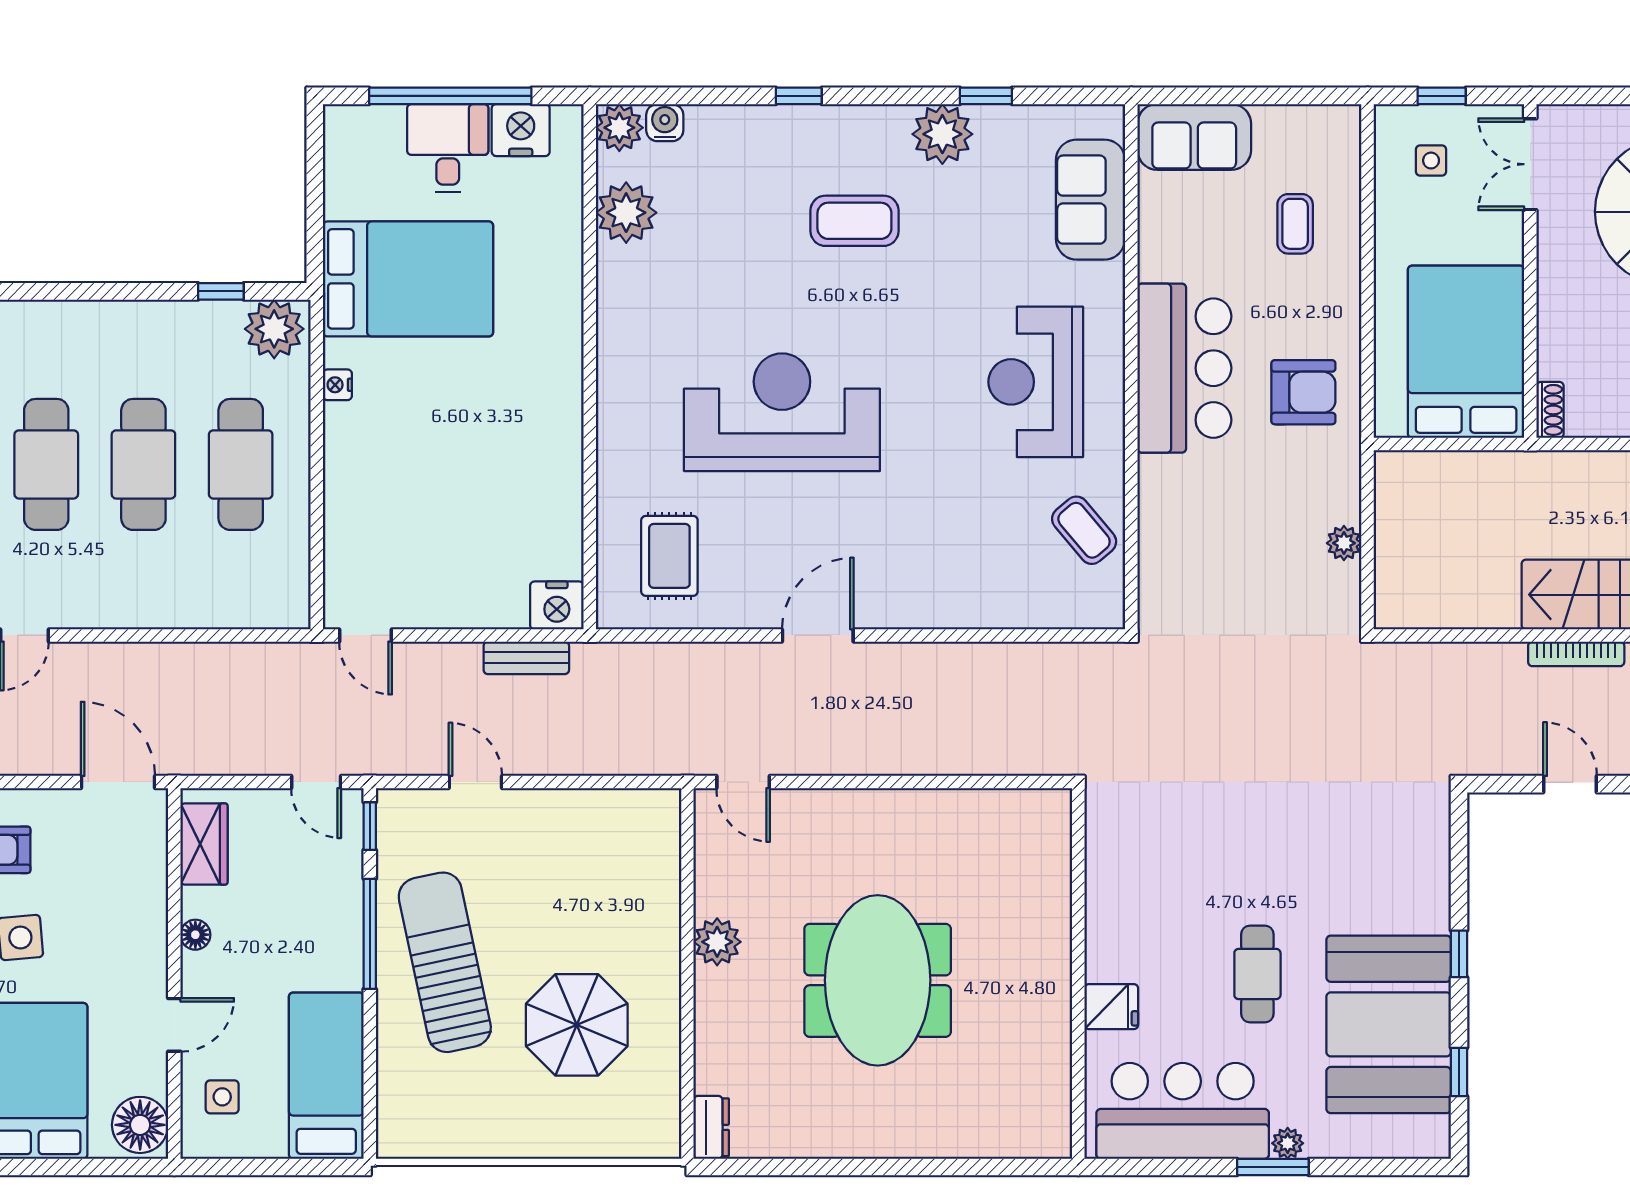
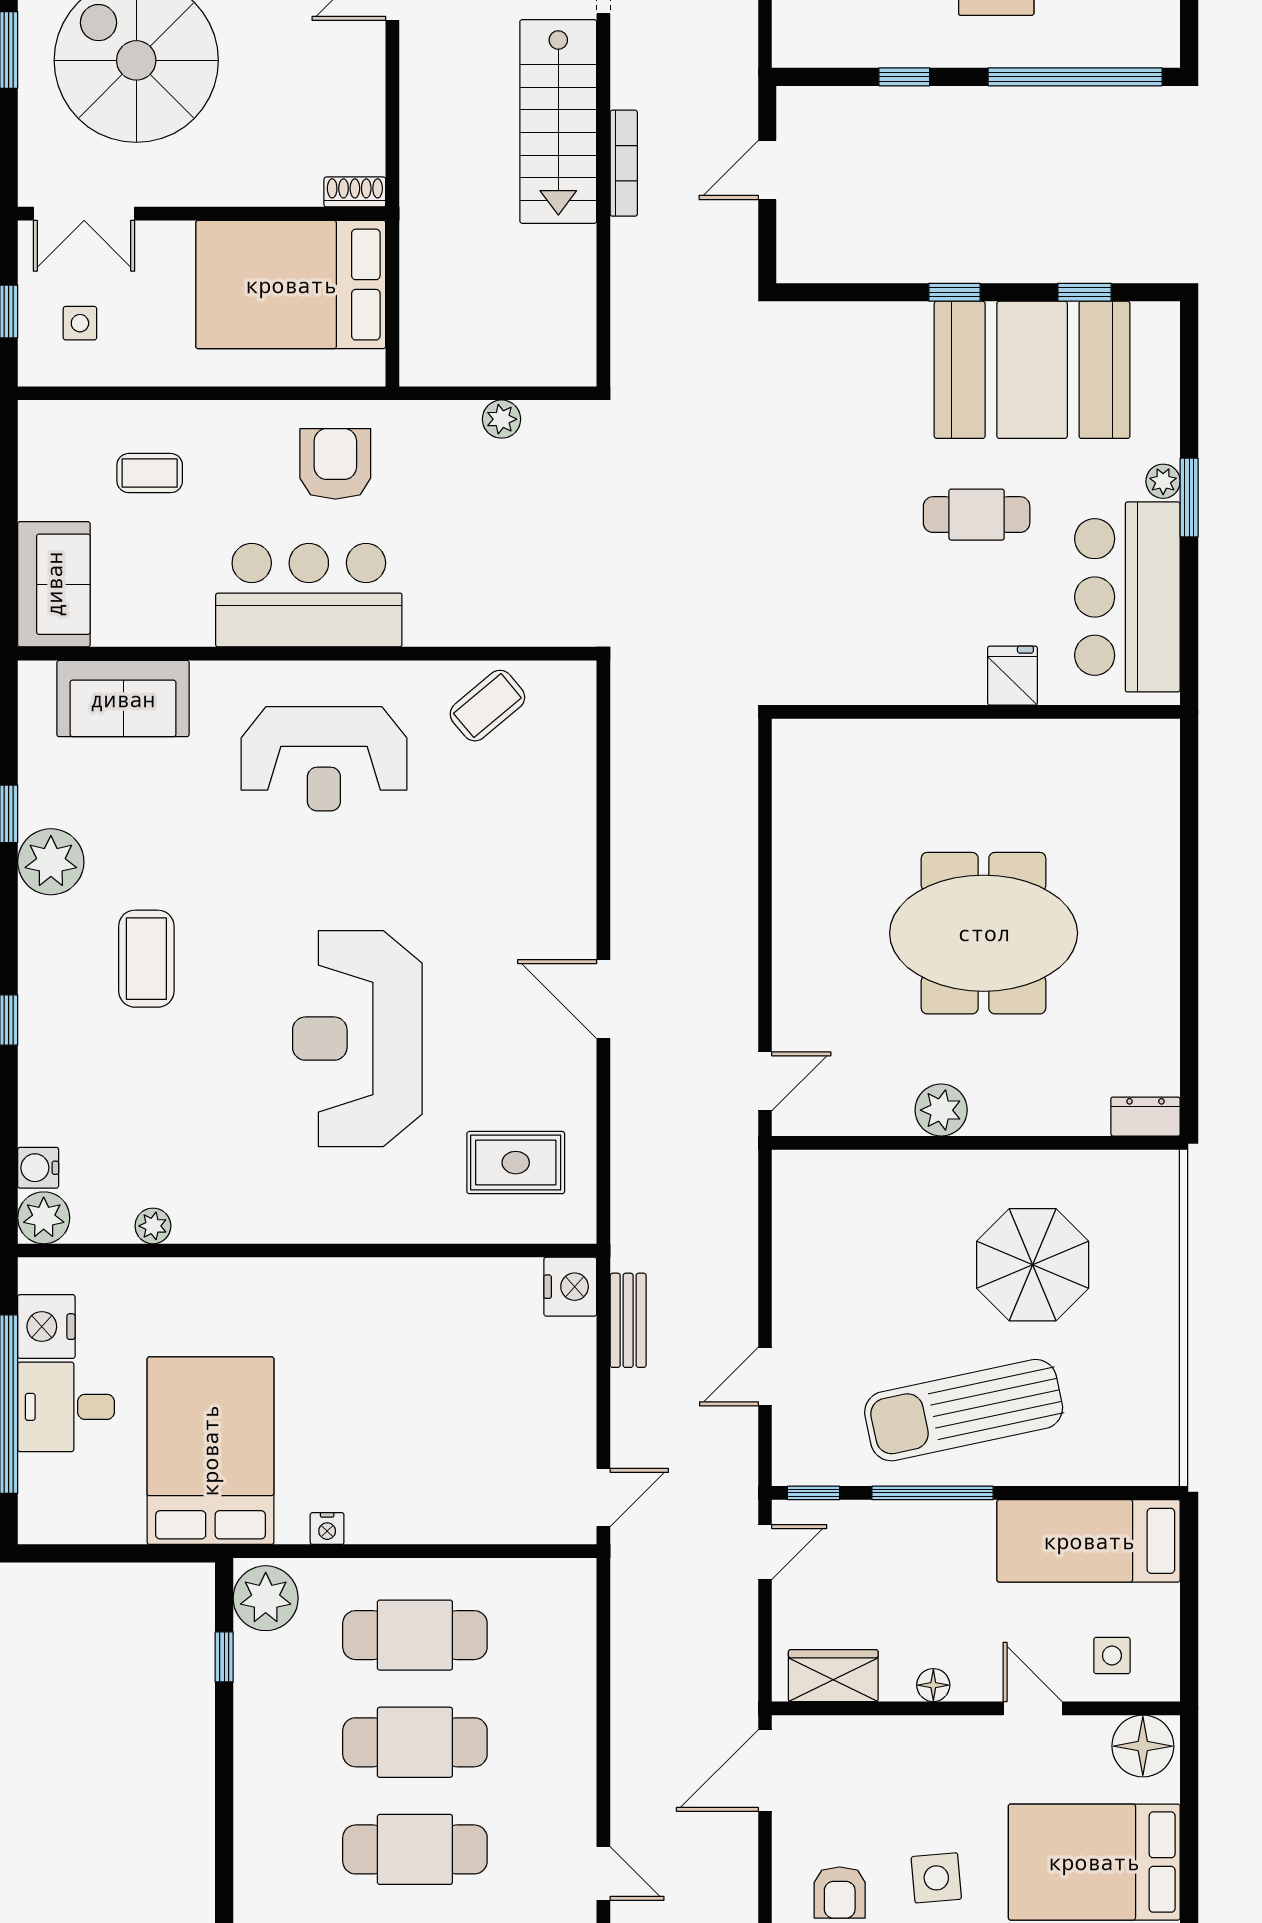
plant: (626, 213) -> (153, 1226), width x0.53, depth x0.53

